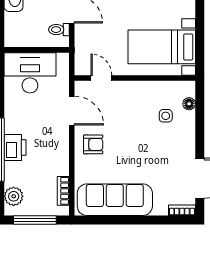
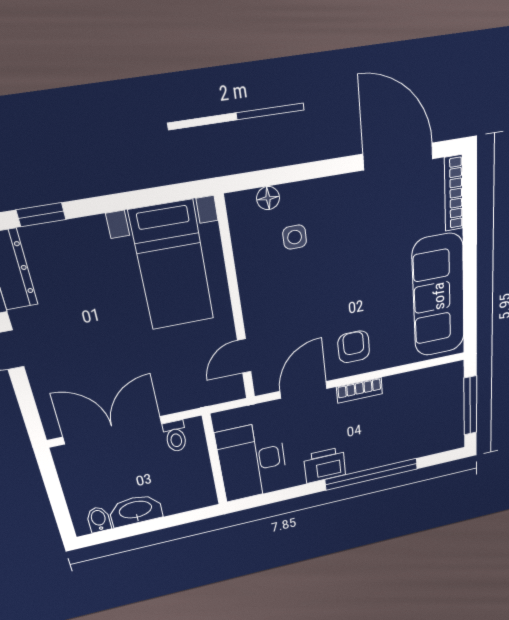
printer: (15, 148) -> (325, 465), moved
bookcase: (63, 191) -> (360, 390), moved
plant: (14, 196) -> (437, 441), removed
bookcase: (182, 210) -> (454, 193), width x1.56

